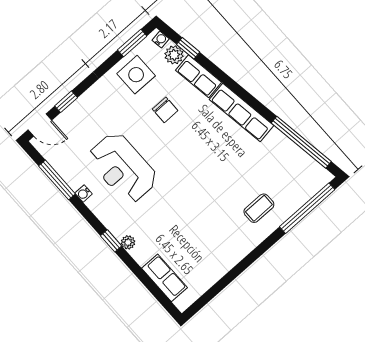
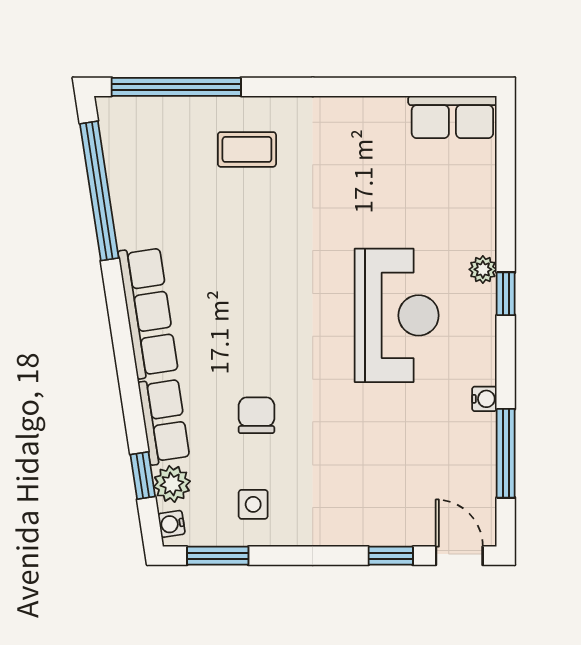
side table: (136, 75) -> (253, 504), width x0.54, depth x0.54
reception desk: (123, 168) -> (397, 315), moved
row of seats: (165, 278) -> (452, 117), moved, turned -90

